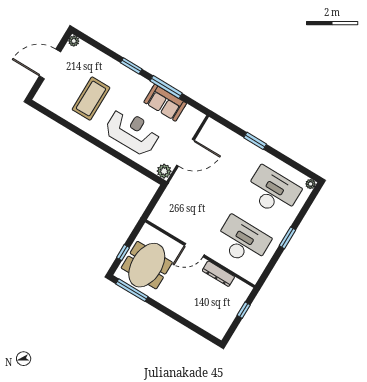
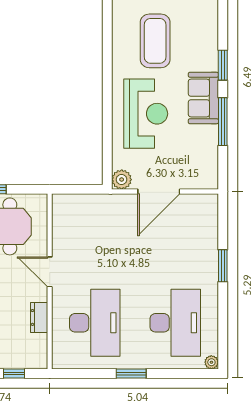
coffee table: (91, 99) -> (155, 41), turned 90
sofa: (165, 103) -> (203, 98), moved
door: (185, 153) -> (159, 192), hinge flipped
dresser: (218, 274) -> (39, 317), width x0.70

